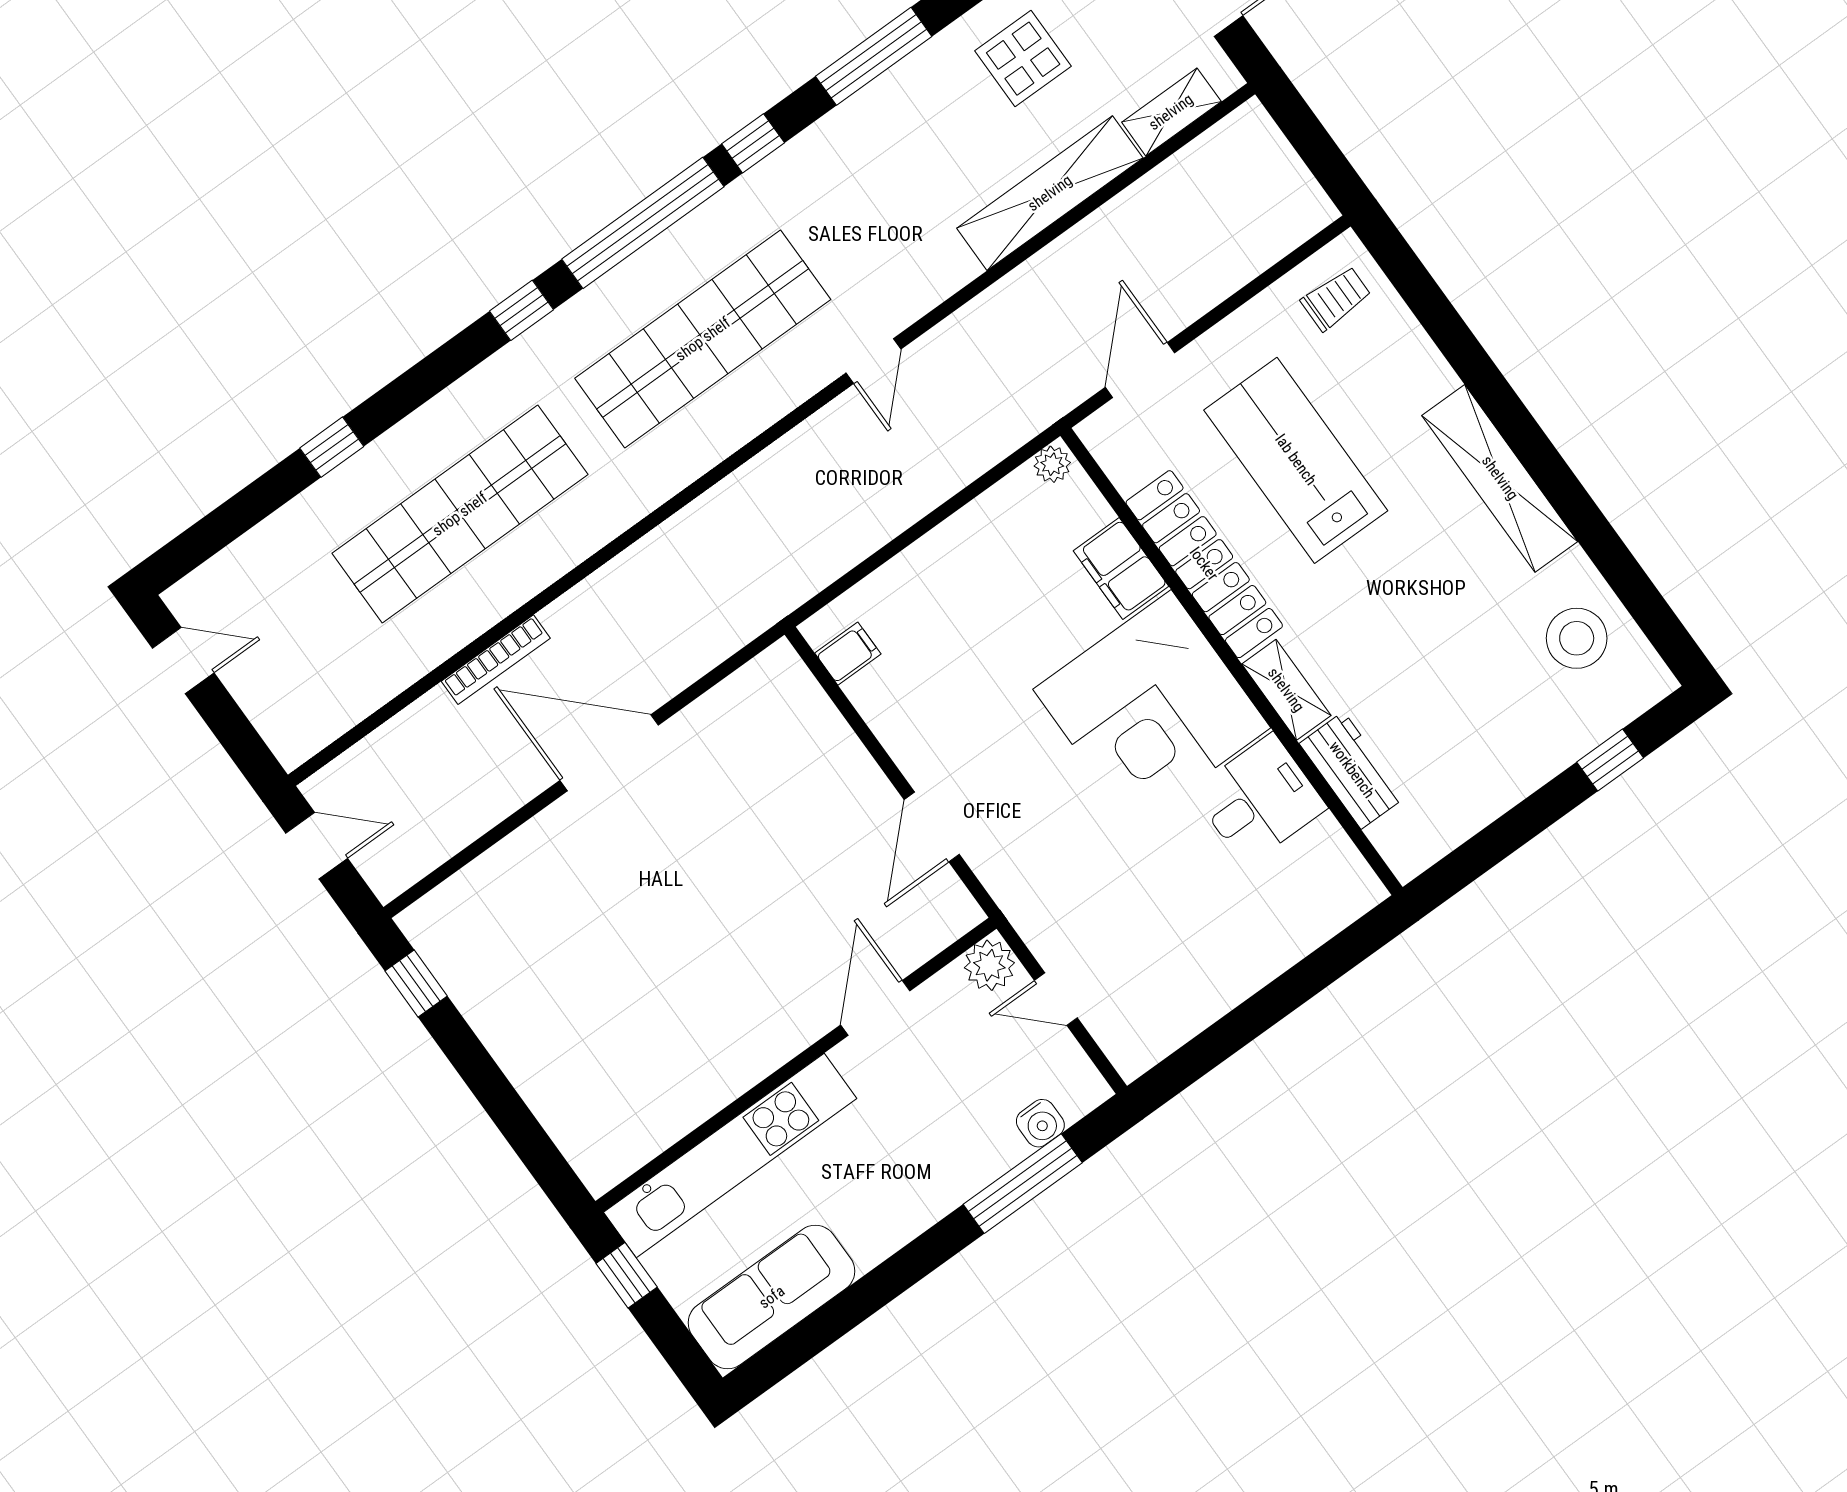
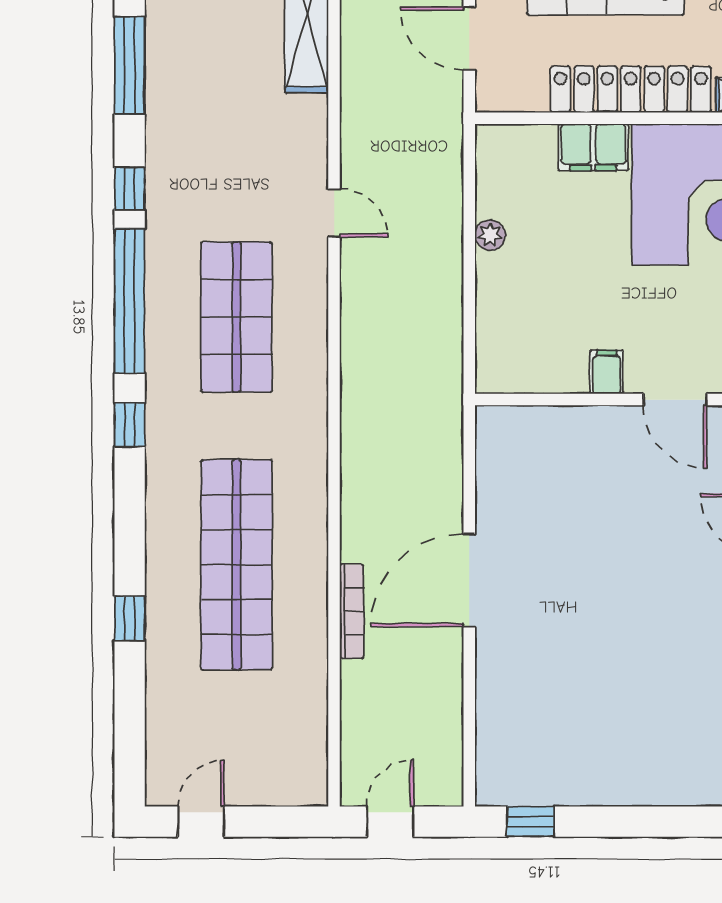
shop shelf: (703, 339) -> (237, 317), width x0.71
plant: (1052, 464) -> (490, 235), moved
filing cabinet: (848, 654) -> (607, 372), moved

